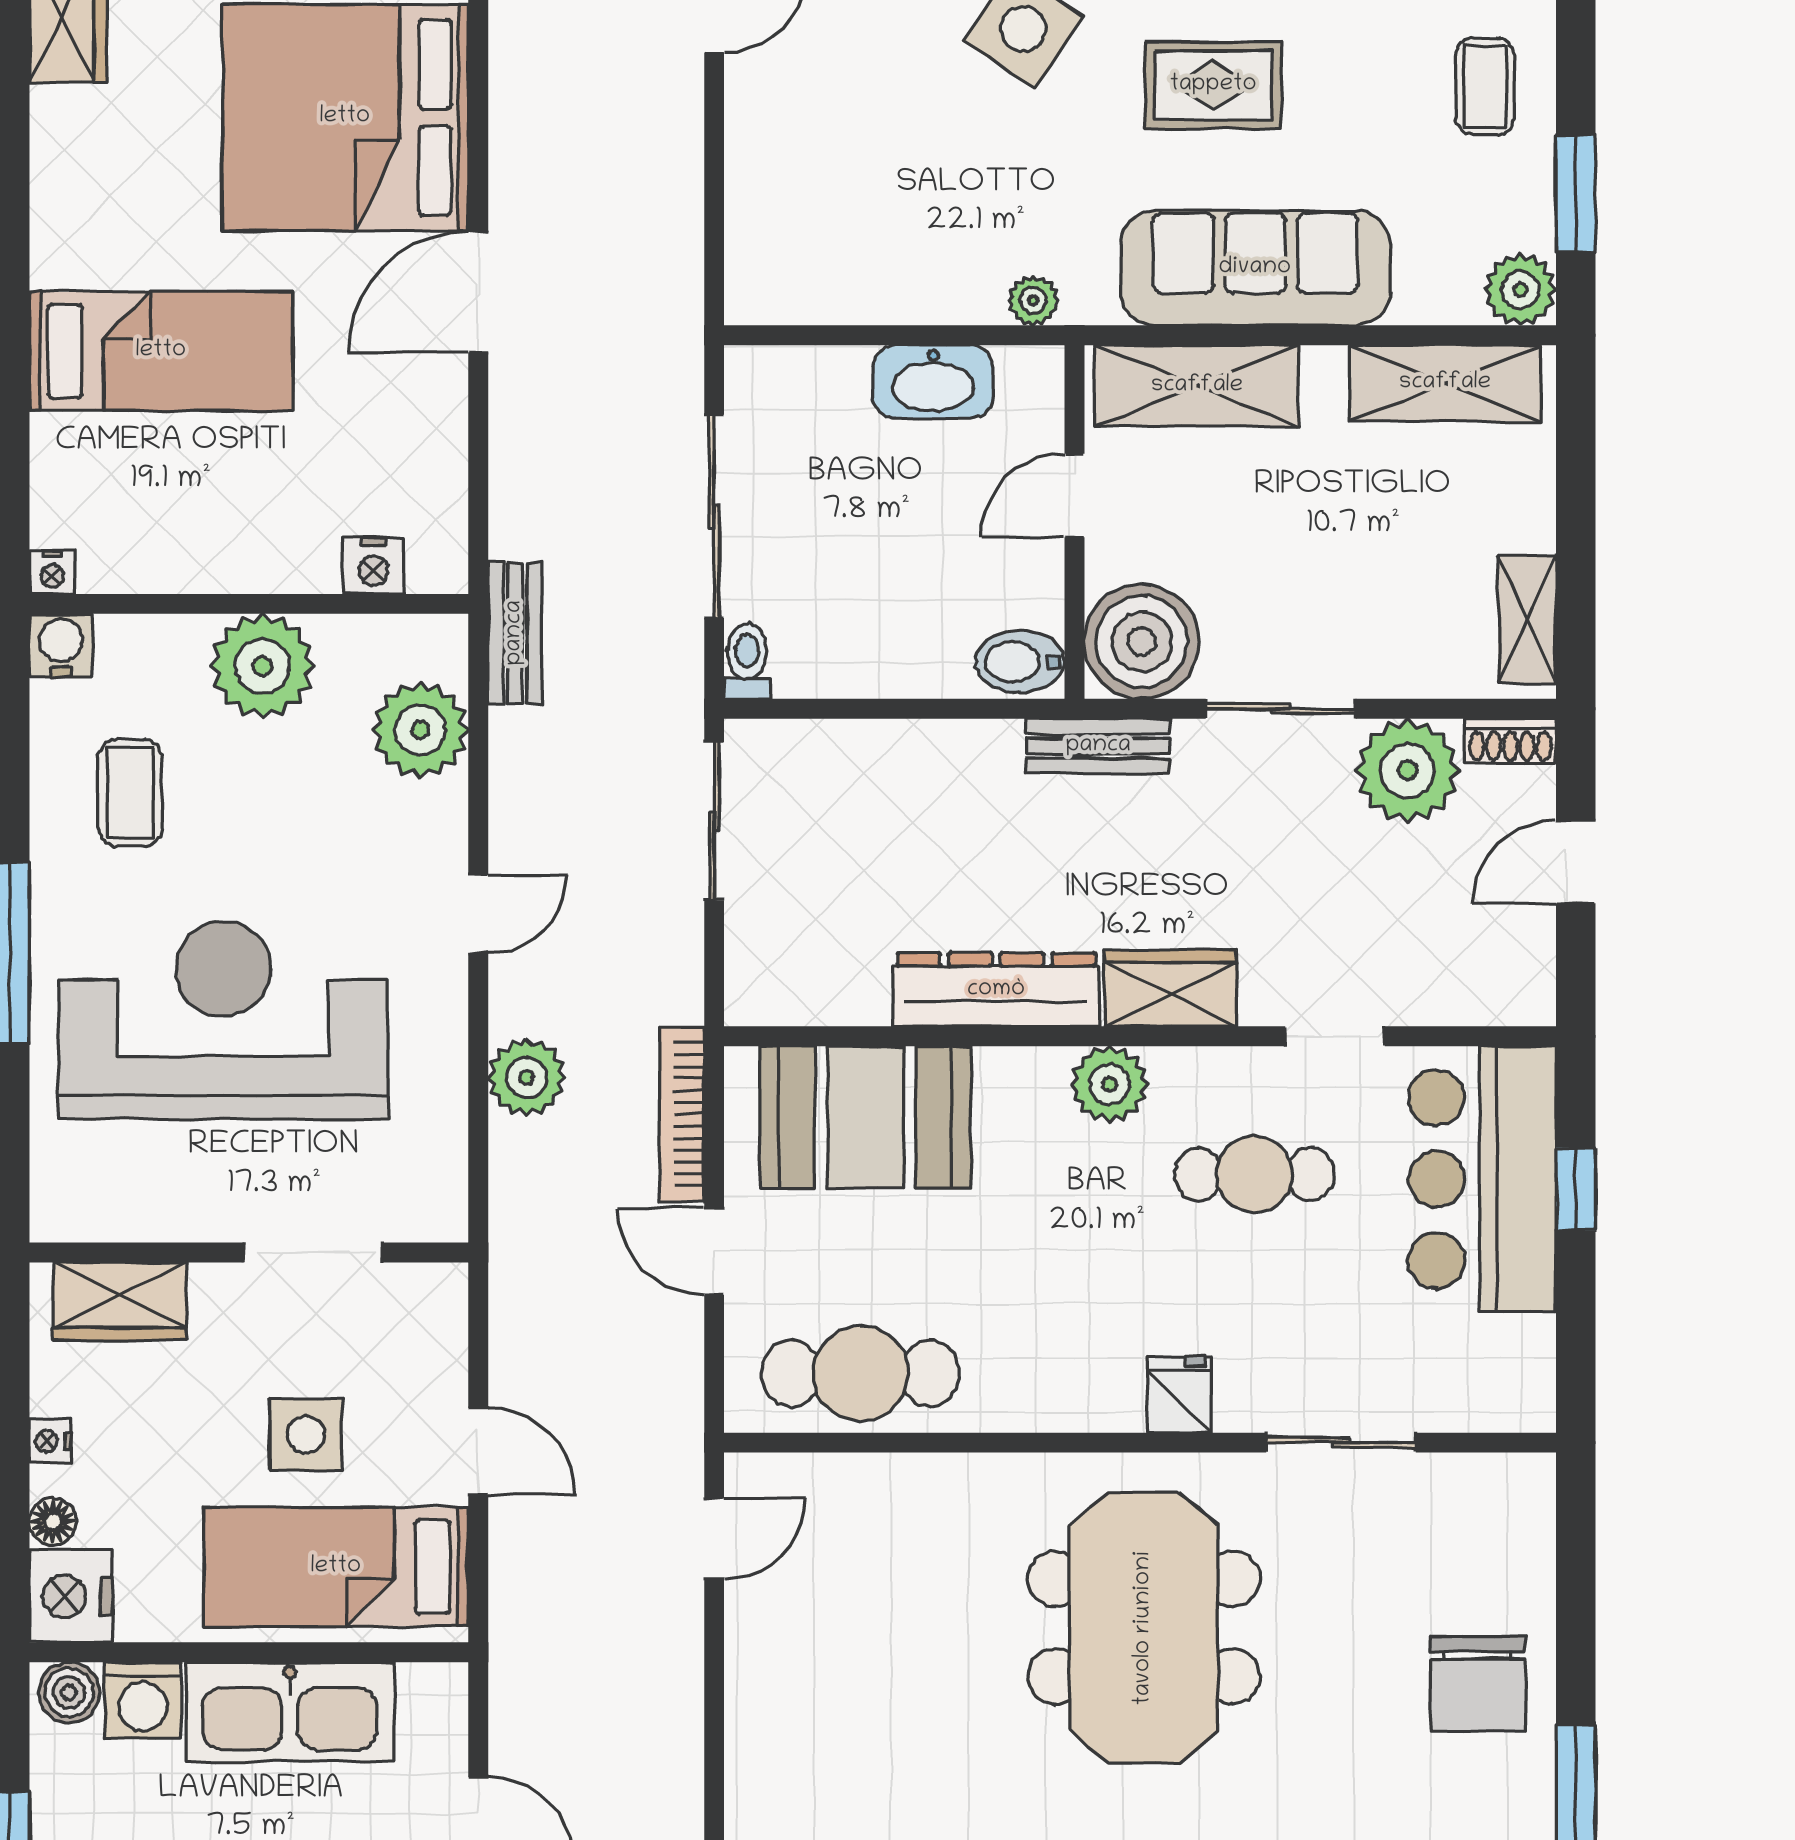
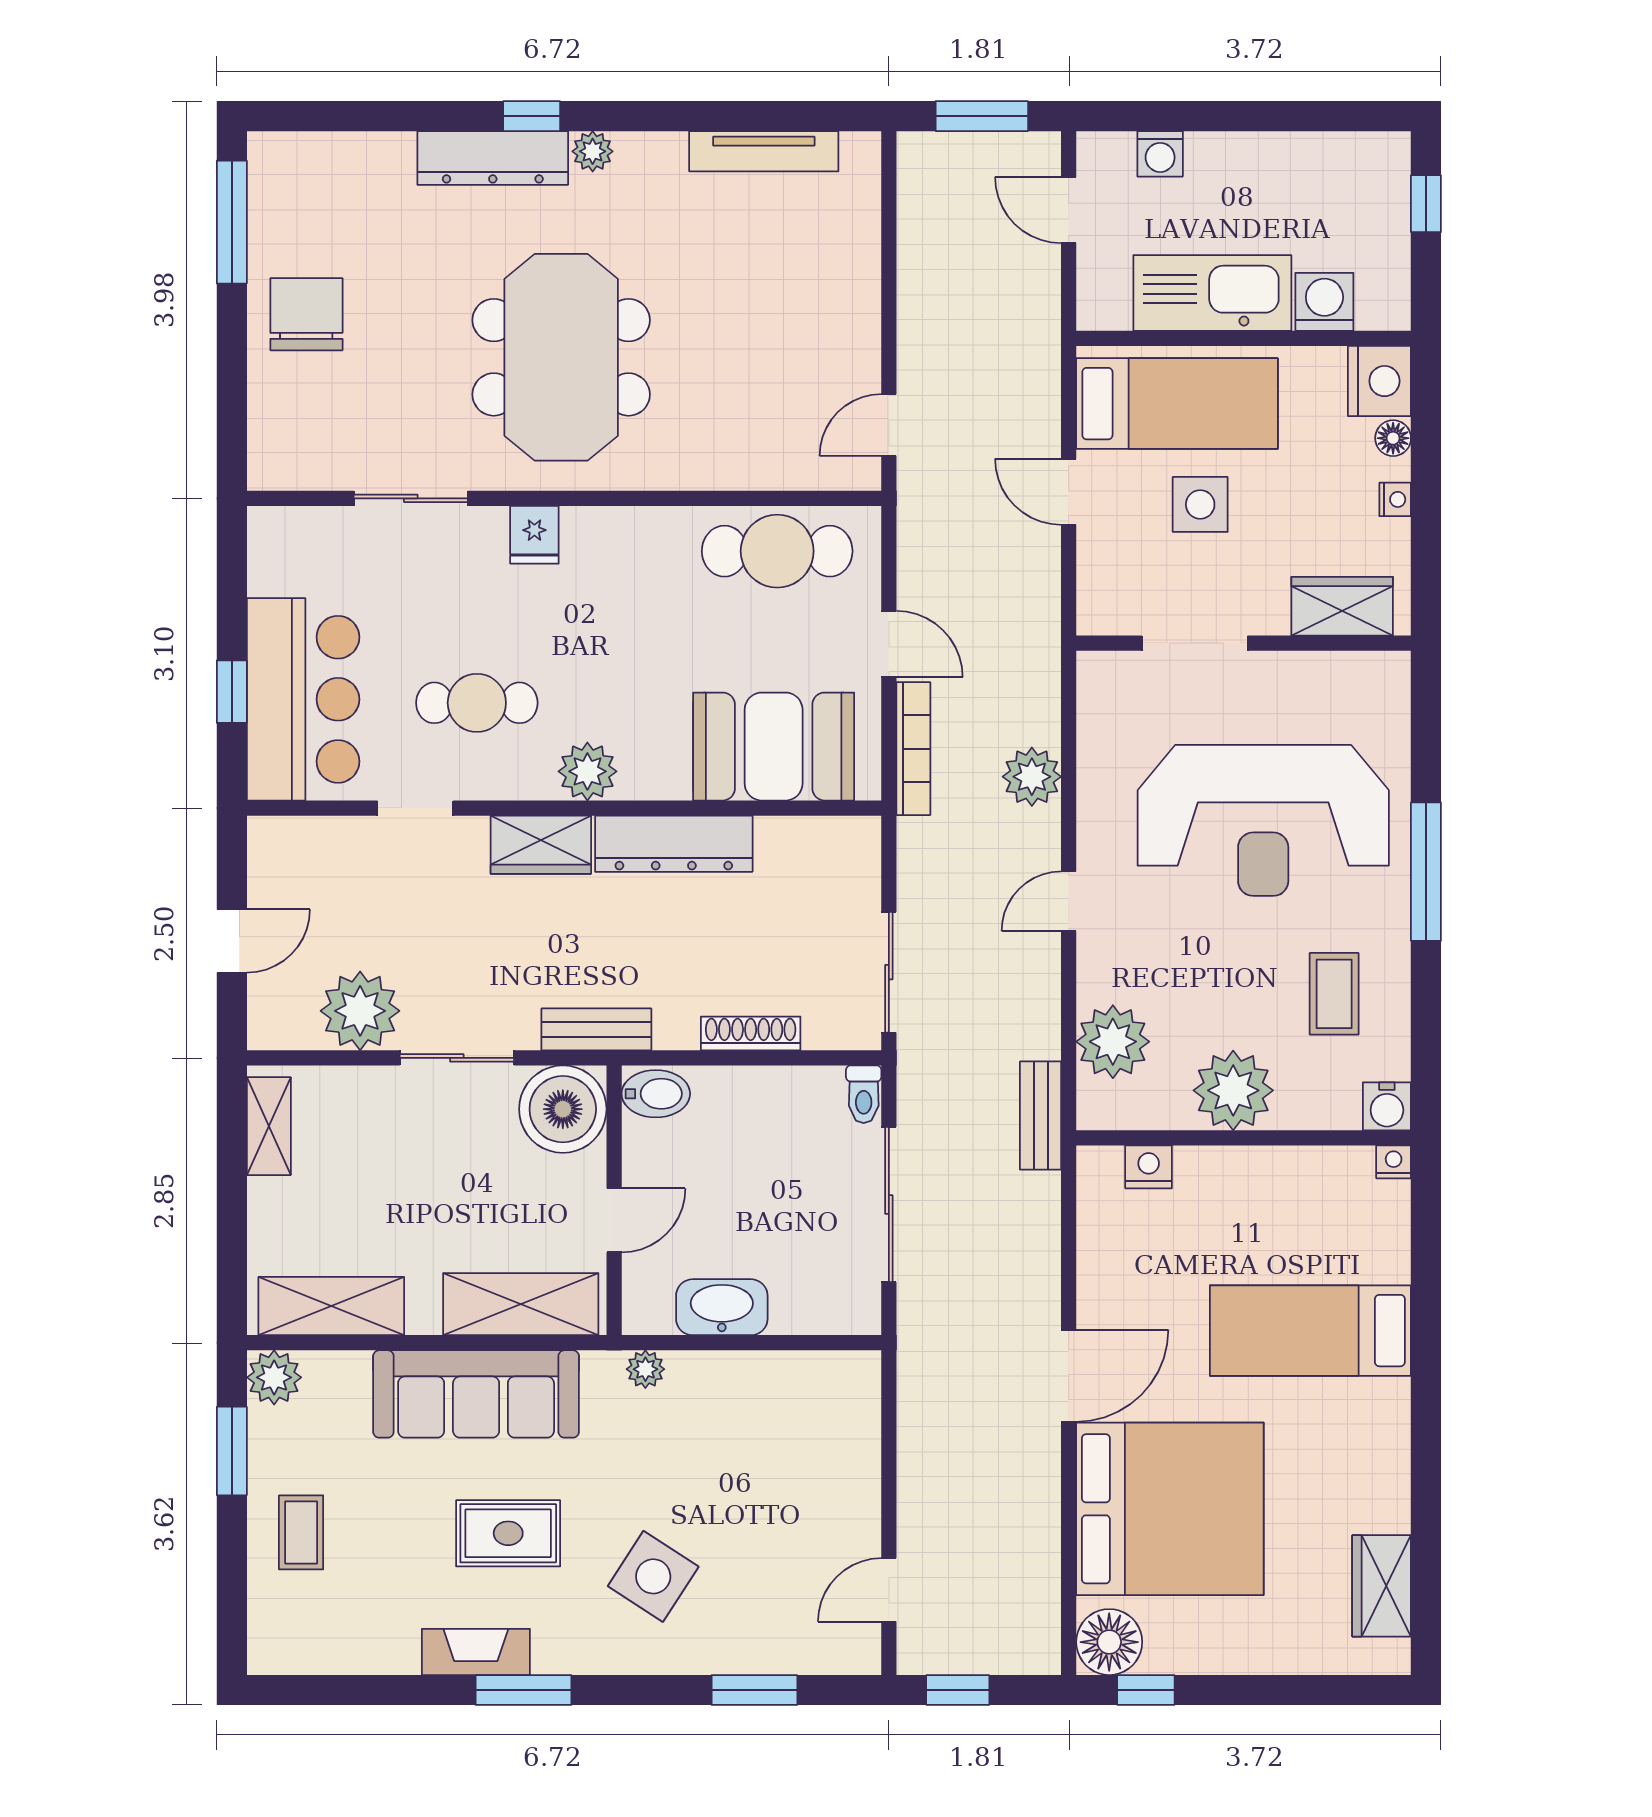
shoe rack: (1510, 741) -> (751, 1033), moved, width x1.43
boiler: (69, 1693) -> (1381, 308), removed

